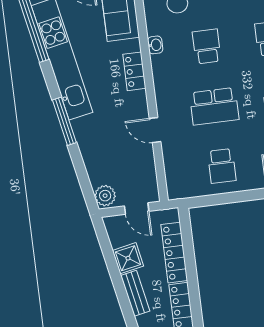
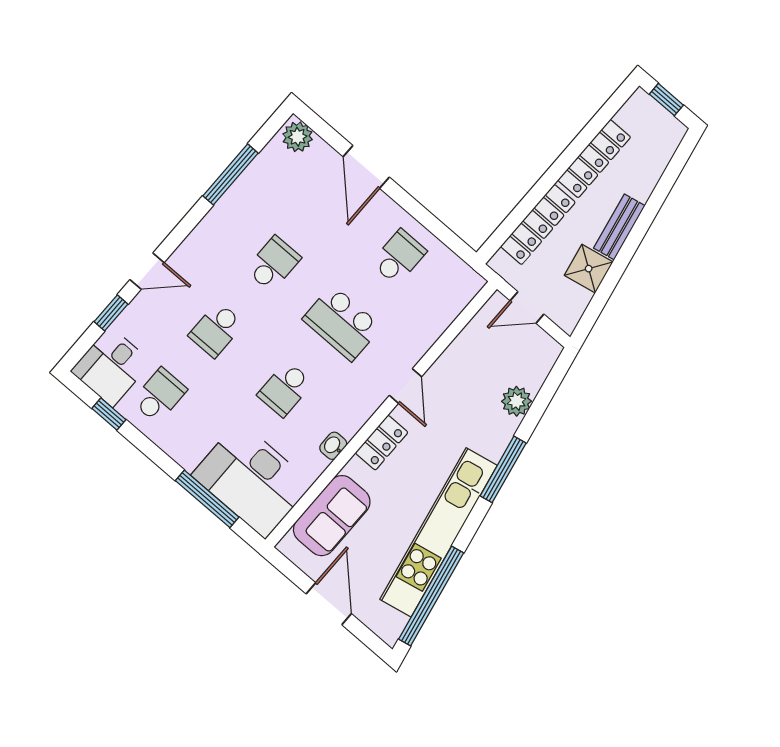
school desk: (214, 106) -> (342, 323), turned 180
door: (155, 130) -> (405, 386), moved
plant: (105, 196) -> (517, 401), moved
door: (137, 209) -> (527, 307), swing flipped

